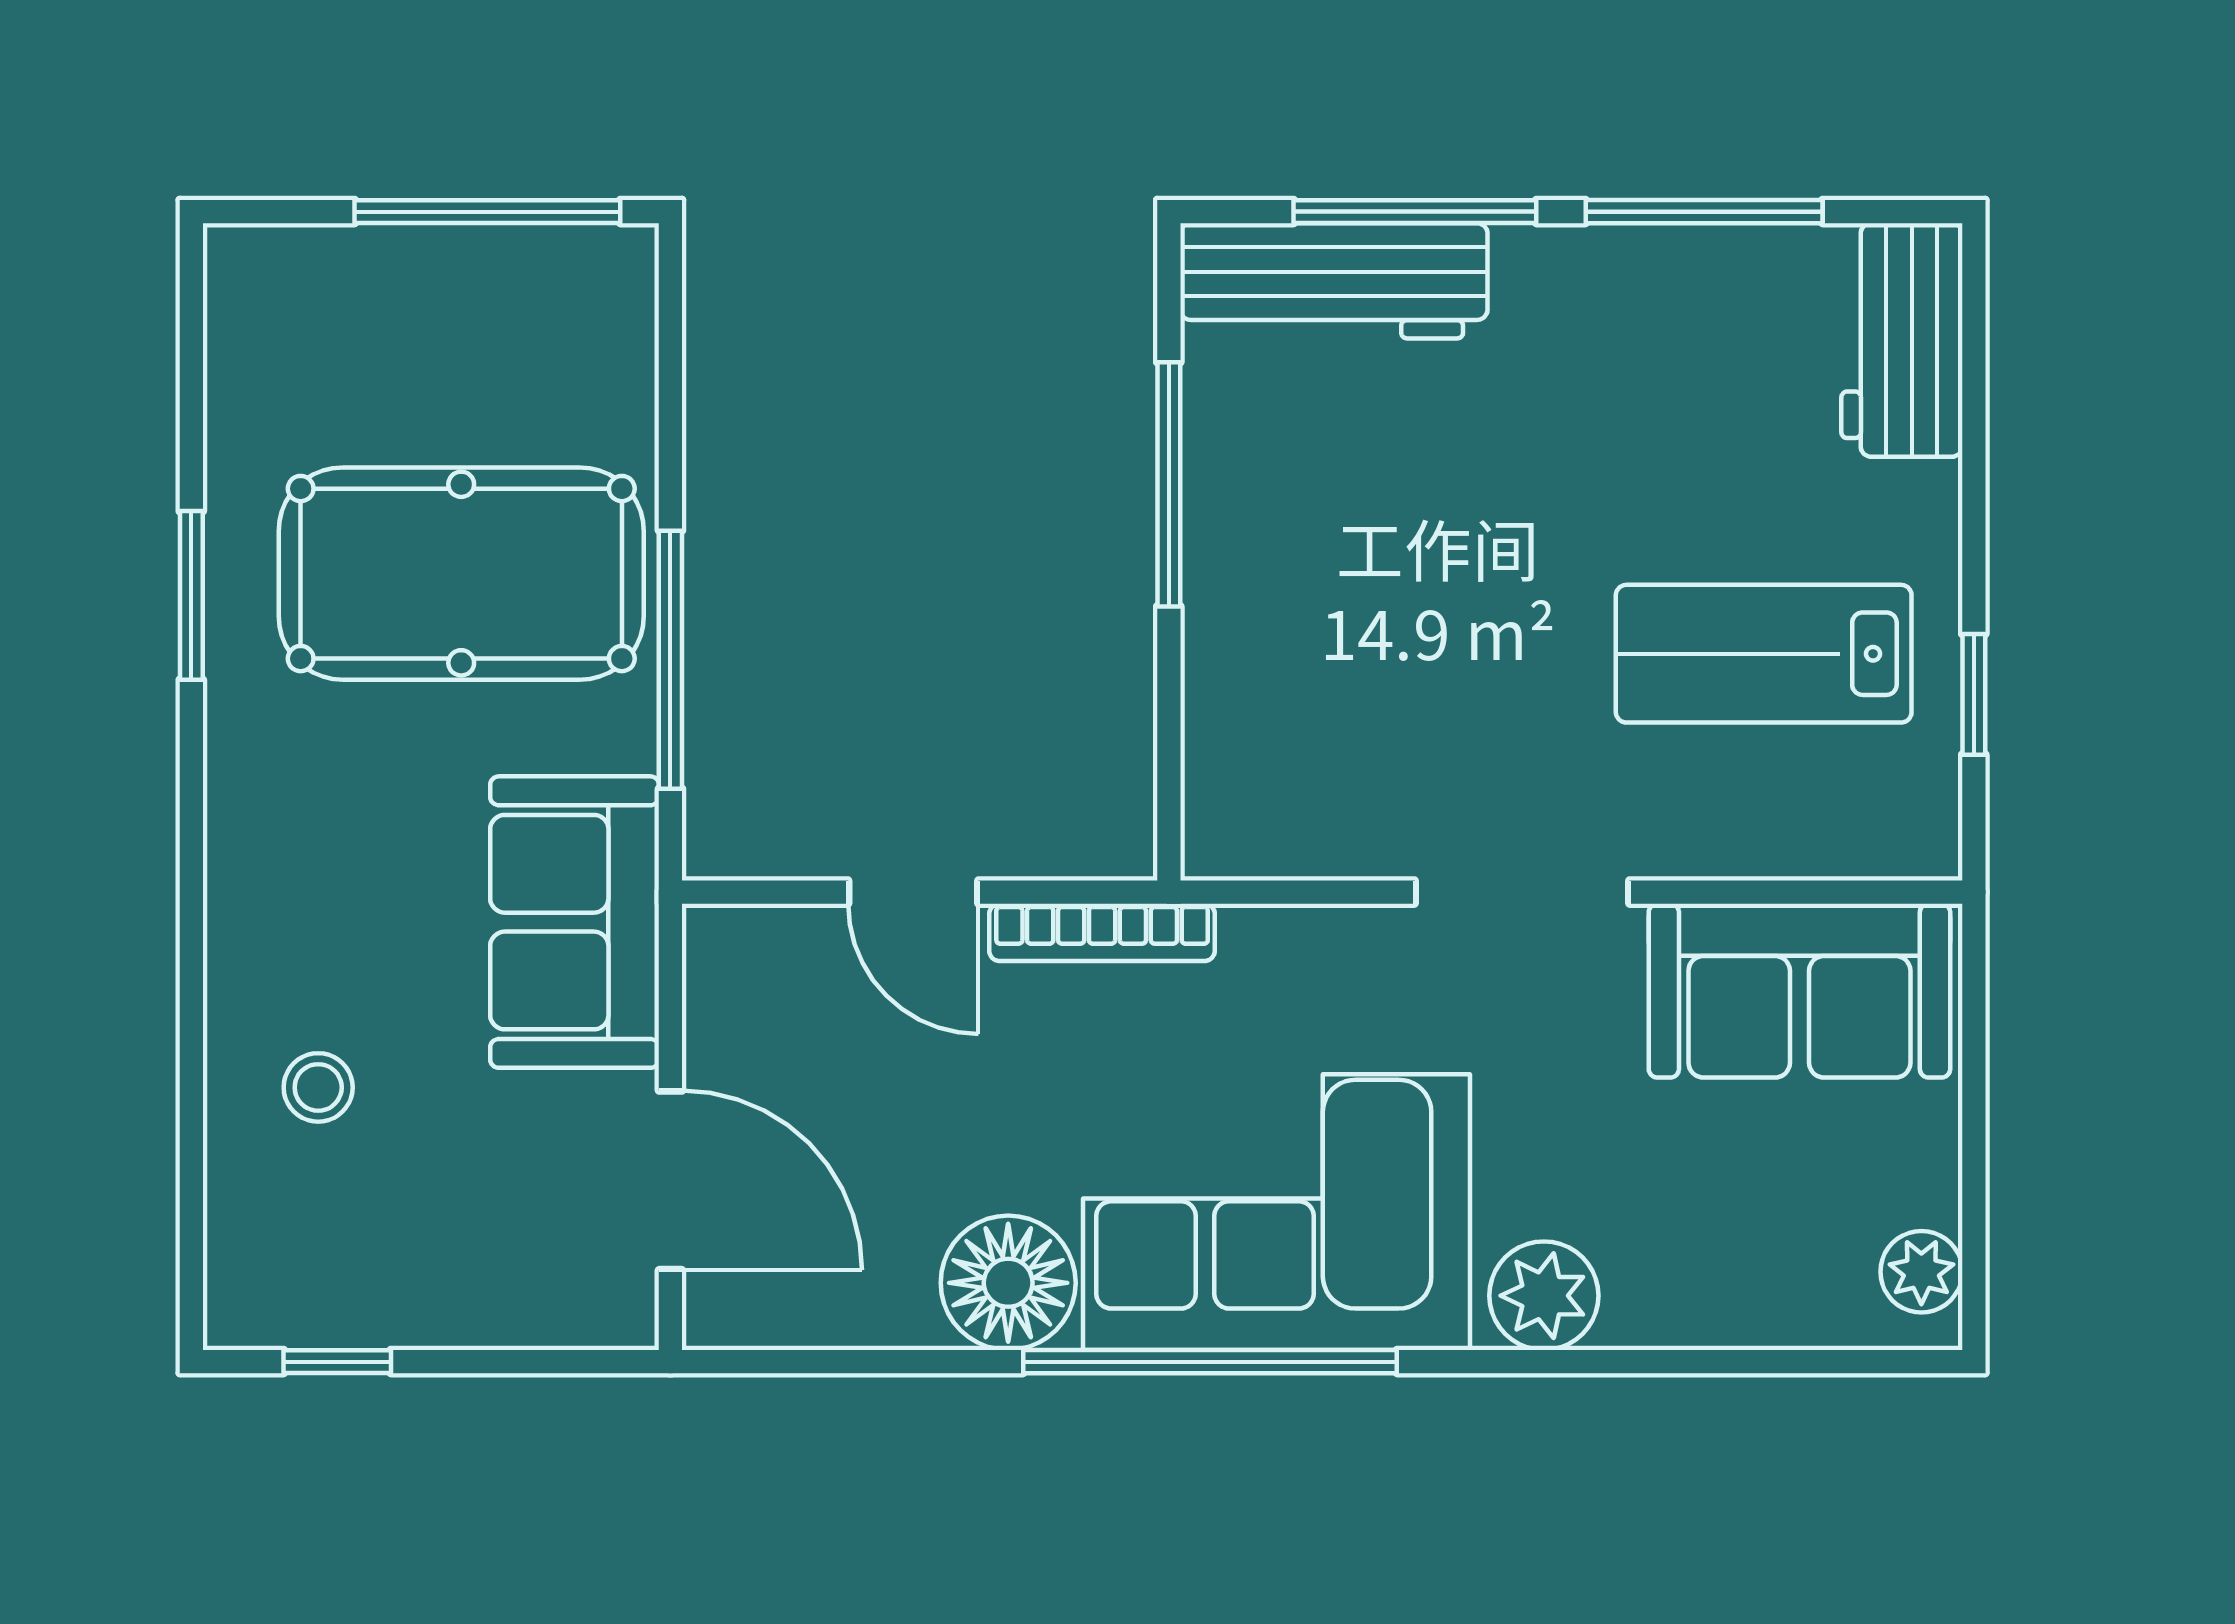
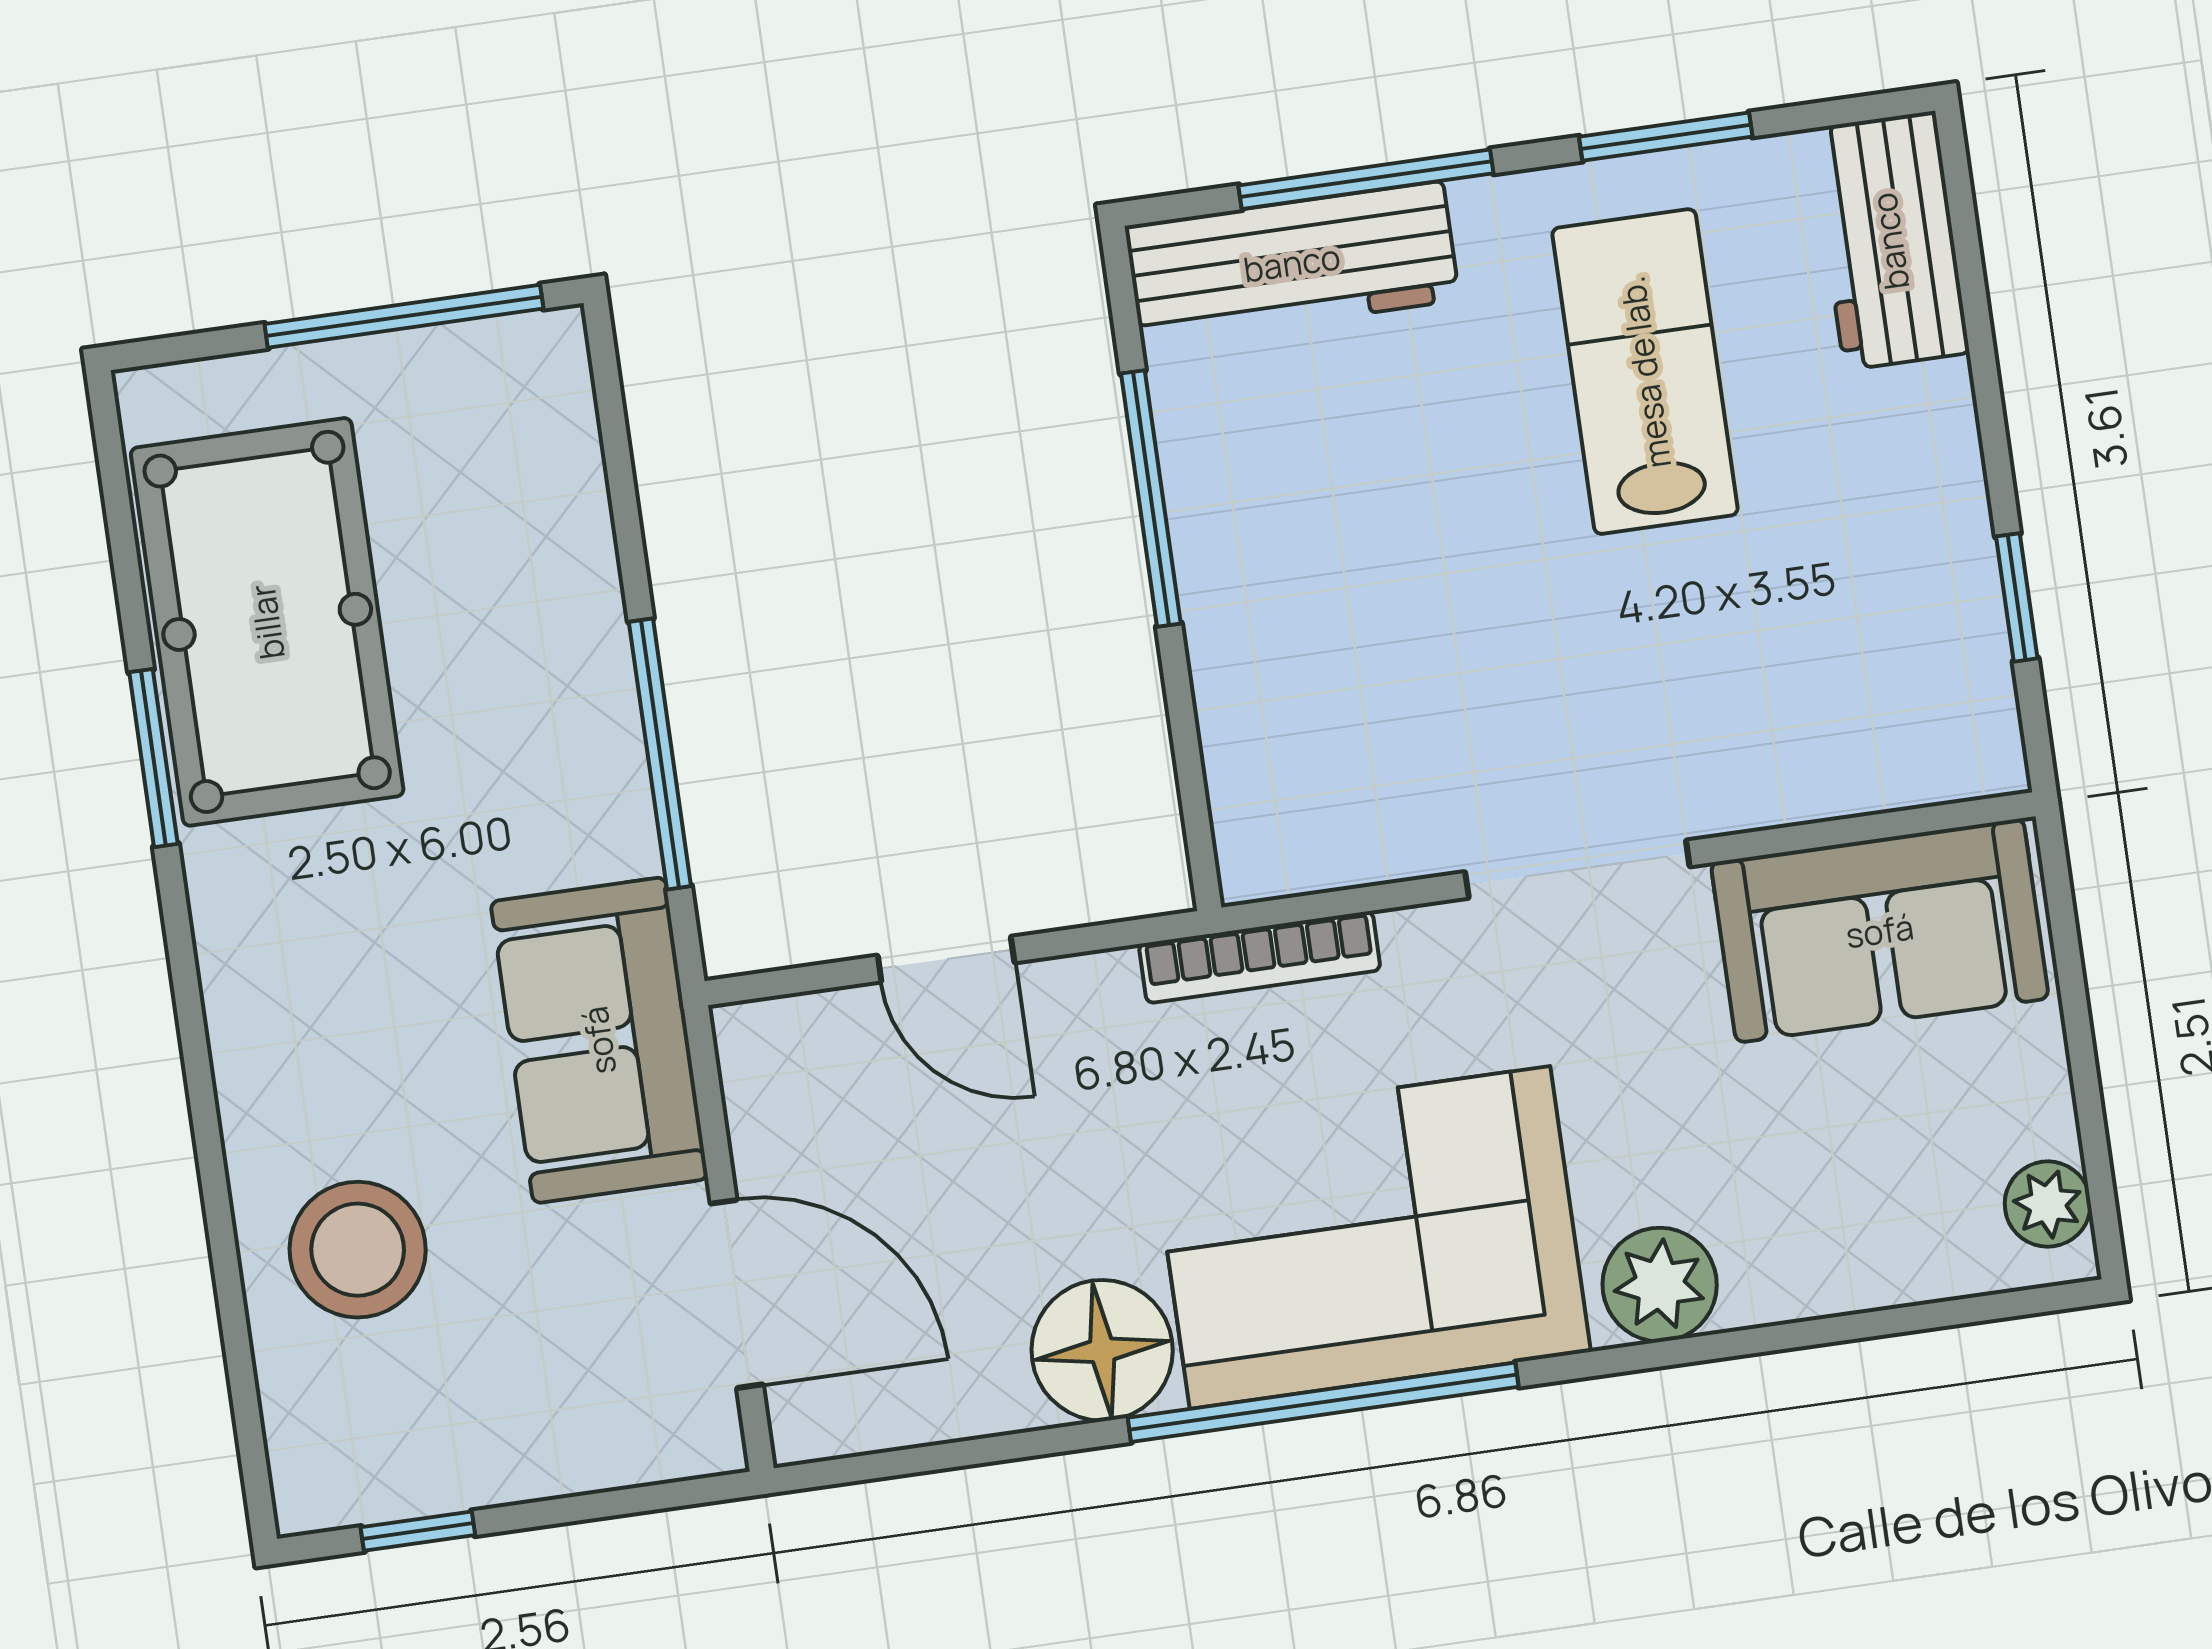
window: (1704, 212) -> (1666, 137), width x0.69
pool table: (461, 574) -> (267, 622), moved, turned 90
lab bench: (1764, 654) -> (1645, 372), moved, turned 90
bookcase: (1102, 932) -> (1260, 957), moved
stool: (318, 1087) -> (358, 1250), width x1.89, depth x1.89

